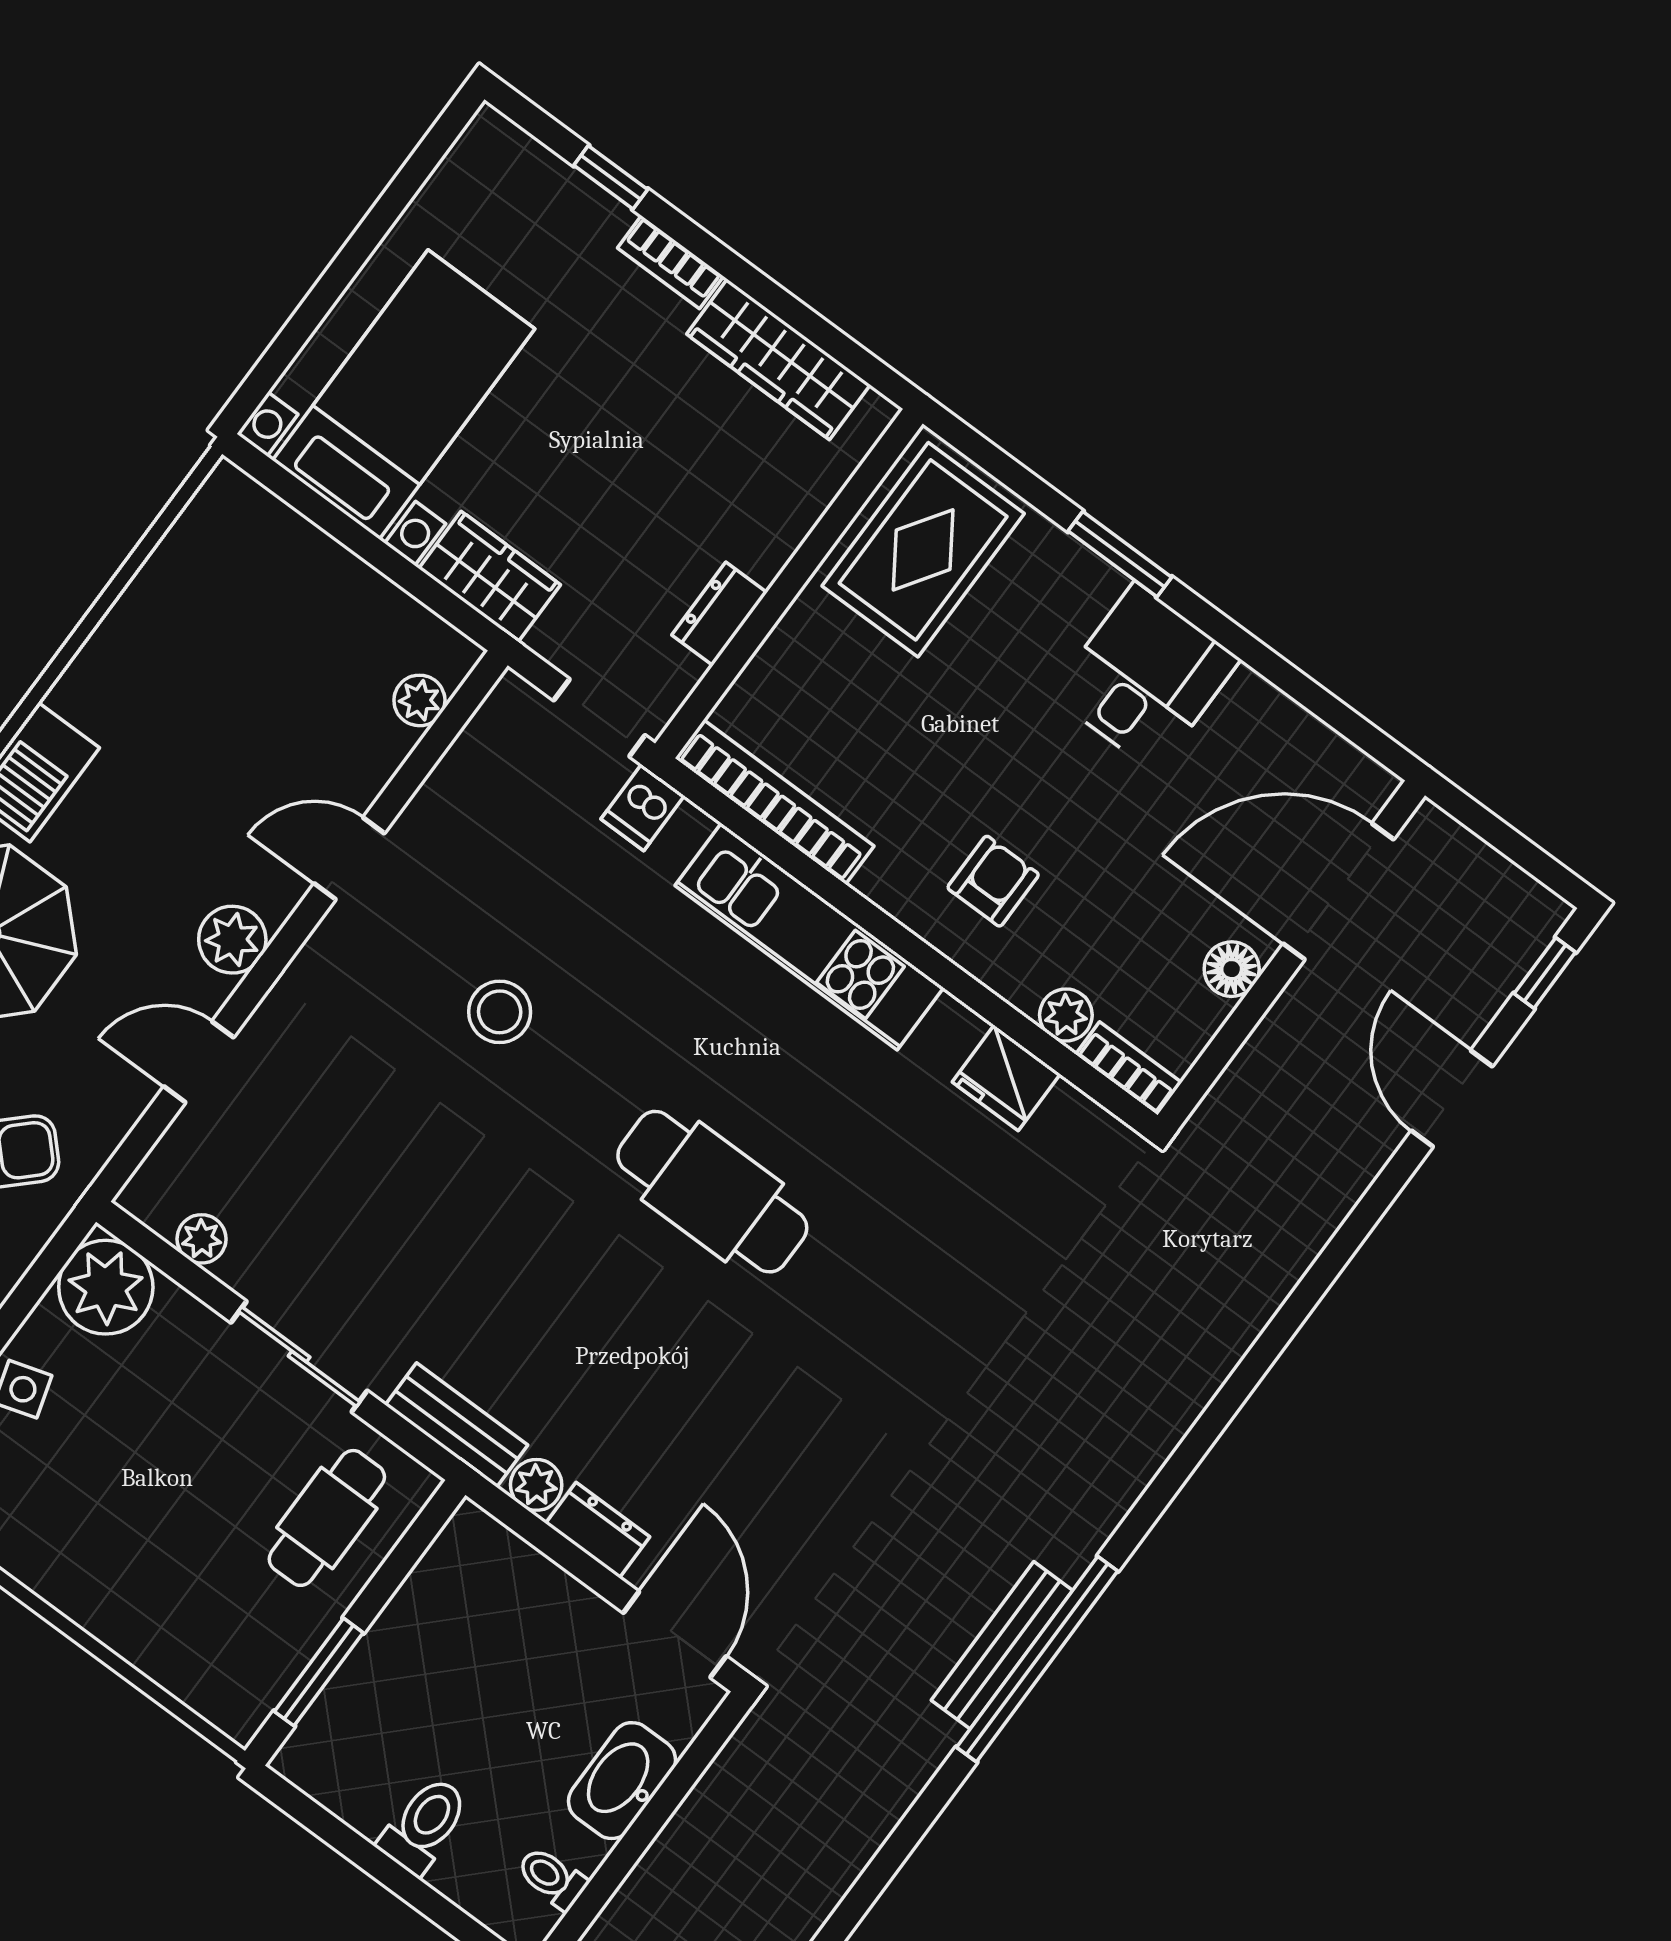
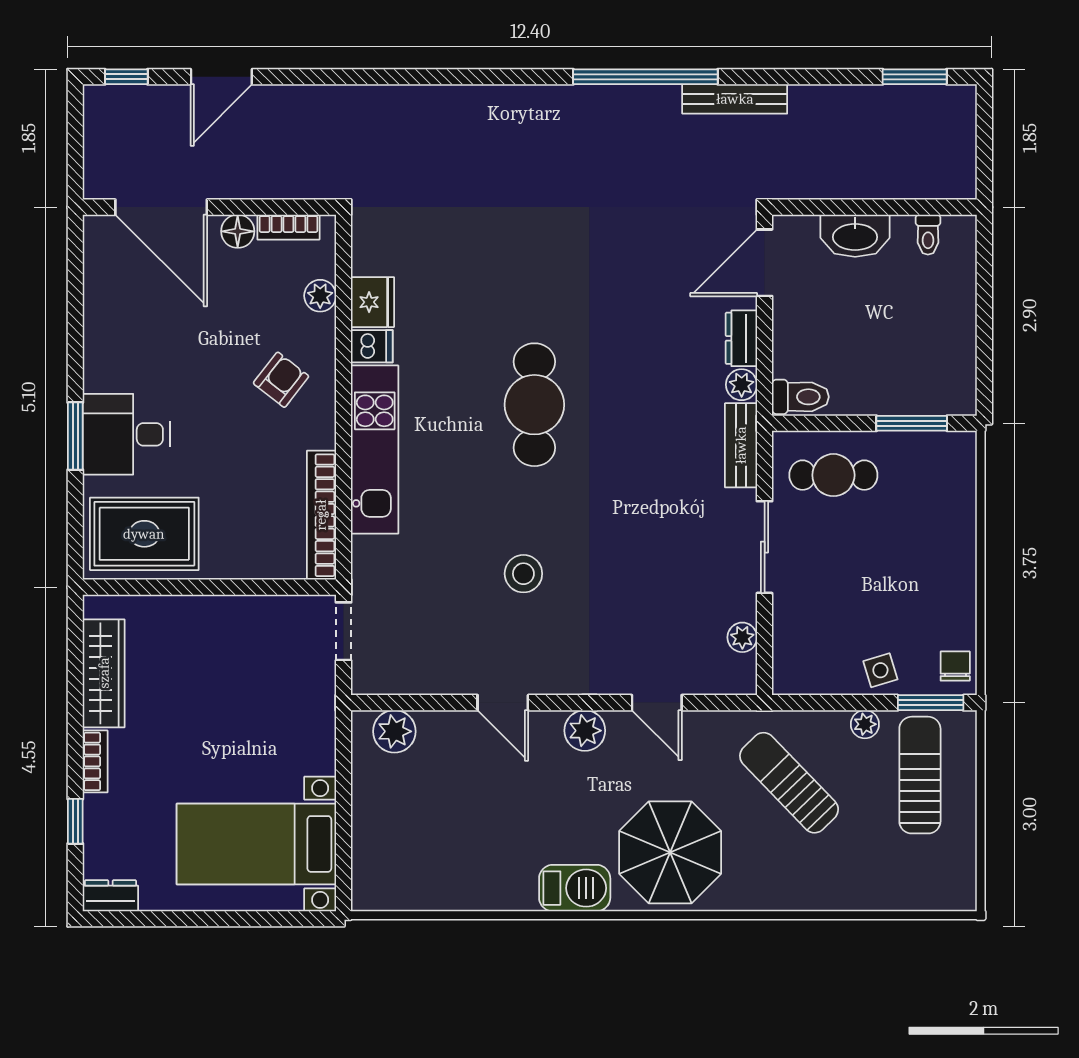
wardrobe: (490, 577) -> (314, 736), removed
dresser: (719, 614) -> (110, 896), moved, turned 180
desk: (1145, 677) -> (126, 434), moved
plant: (419, 700) -> (394, 731), width x1.38, depth x1.38
dishwasher: (643, 807) -> (372, 346), moved
armchair: (993, 881) -> (281, 380), turned 128
bookcase: (1129, 1069) -> (288, 227), moved, turned -90
plant: (106, 1287) -> (801, 667), removed
bench: (1002, 1645) -> (735, 99), moved
toilet: (424, 1825) -> (800, 397), moved, turned 180

